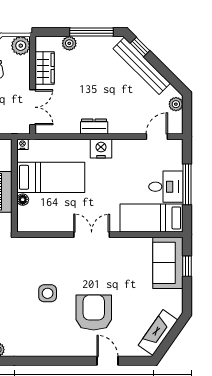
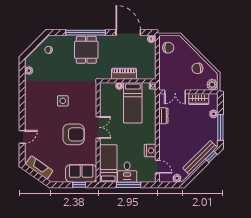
dresser: (94, 127) -> (163, 116), moved
nightstand: (101, 149) -> (150, 150), moved
armchair: (94, 312) -> (74, 134), moved

